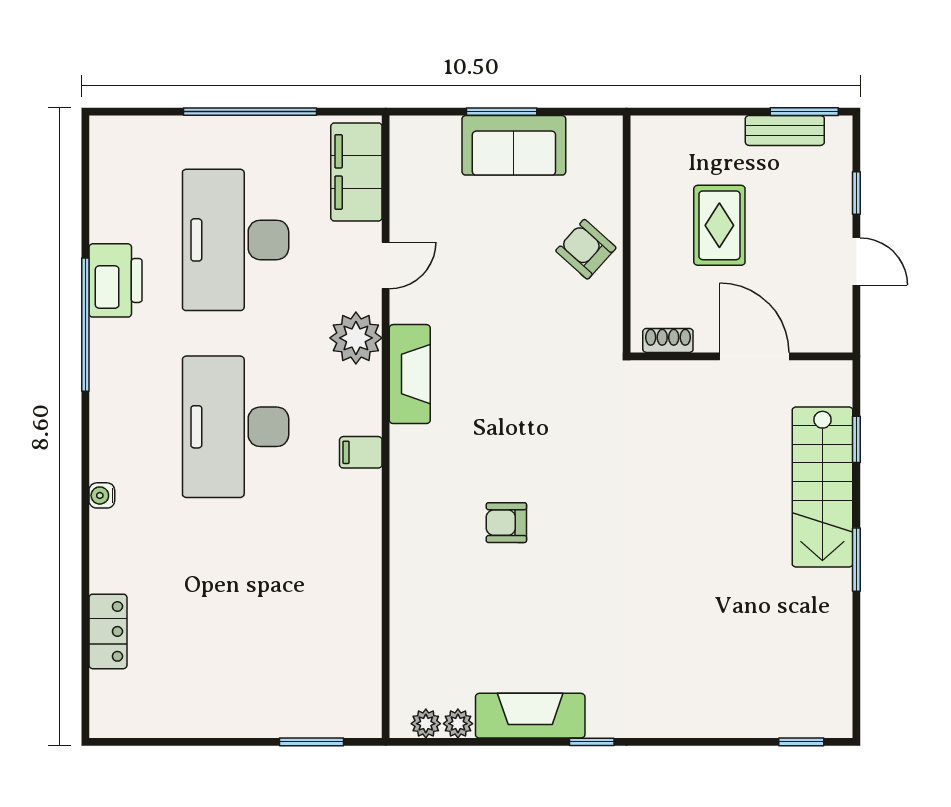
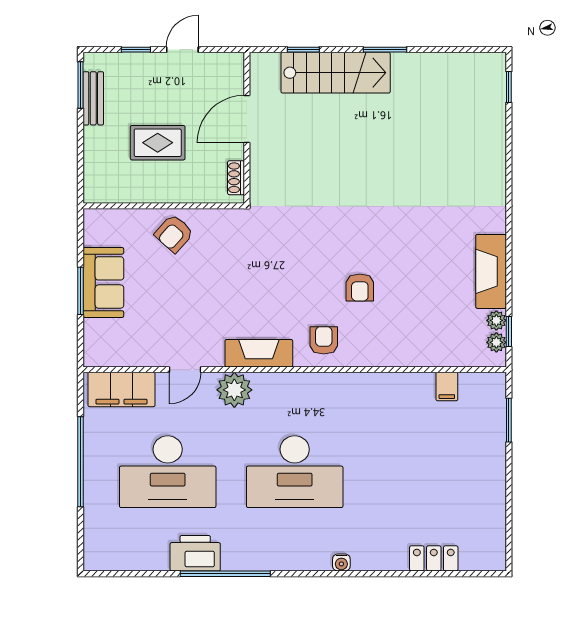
door: (386, 265) -> (185, 370), swing flipped
filing cabinet: (361, 452) -> (447, 387), moved
armchair: (429, 470) -> (324, 340), added
window: (592, 742) -> (509, 332), moved

